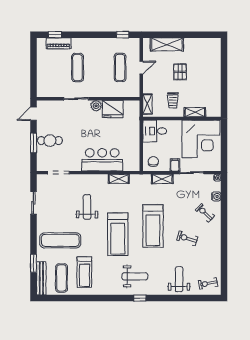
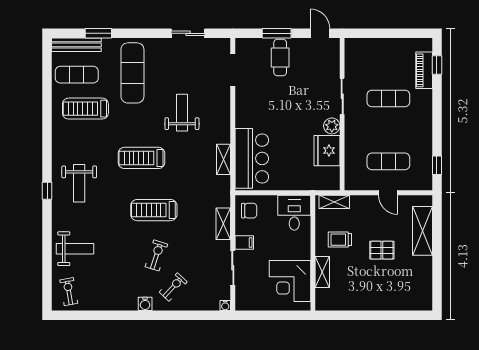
corner desk: (201, 139) -> (290, 281), width x0.74, depth x0.74
bar counter: (102, 160) -> (252, 158), moved
water cooler: (216, 196) -> (145, 304), moved
weight bench: (87, 207) -> (182, 113), turned -90
treadmill: (153, 226) -> (154, 210), width x0.73, depth x0.73
treadmill: (118, 234) -> (141, 158), width x0.73, depth x0.73
exercise bike: (187, 238) -> (156, 255), moved

